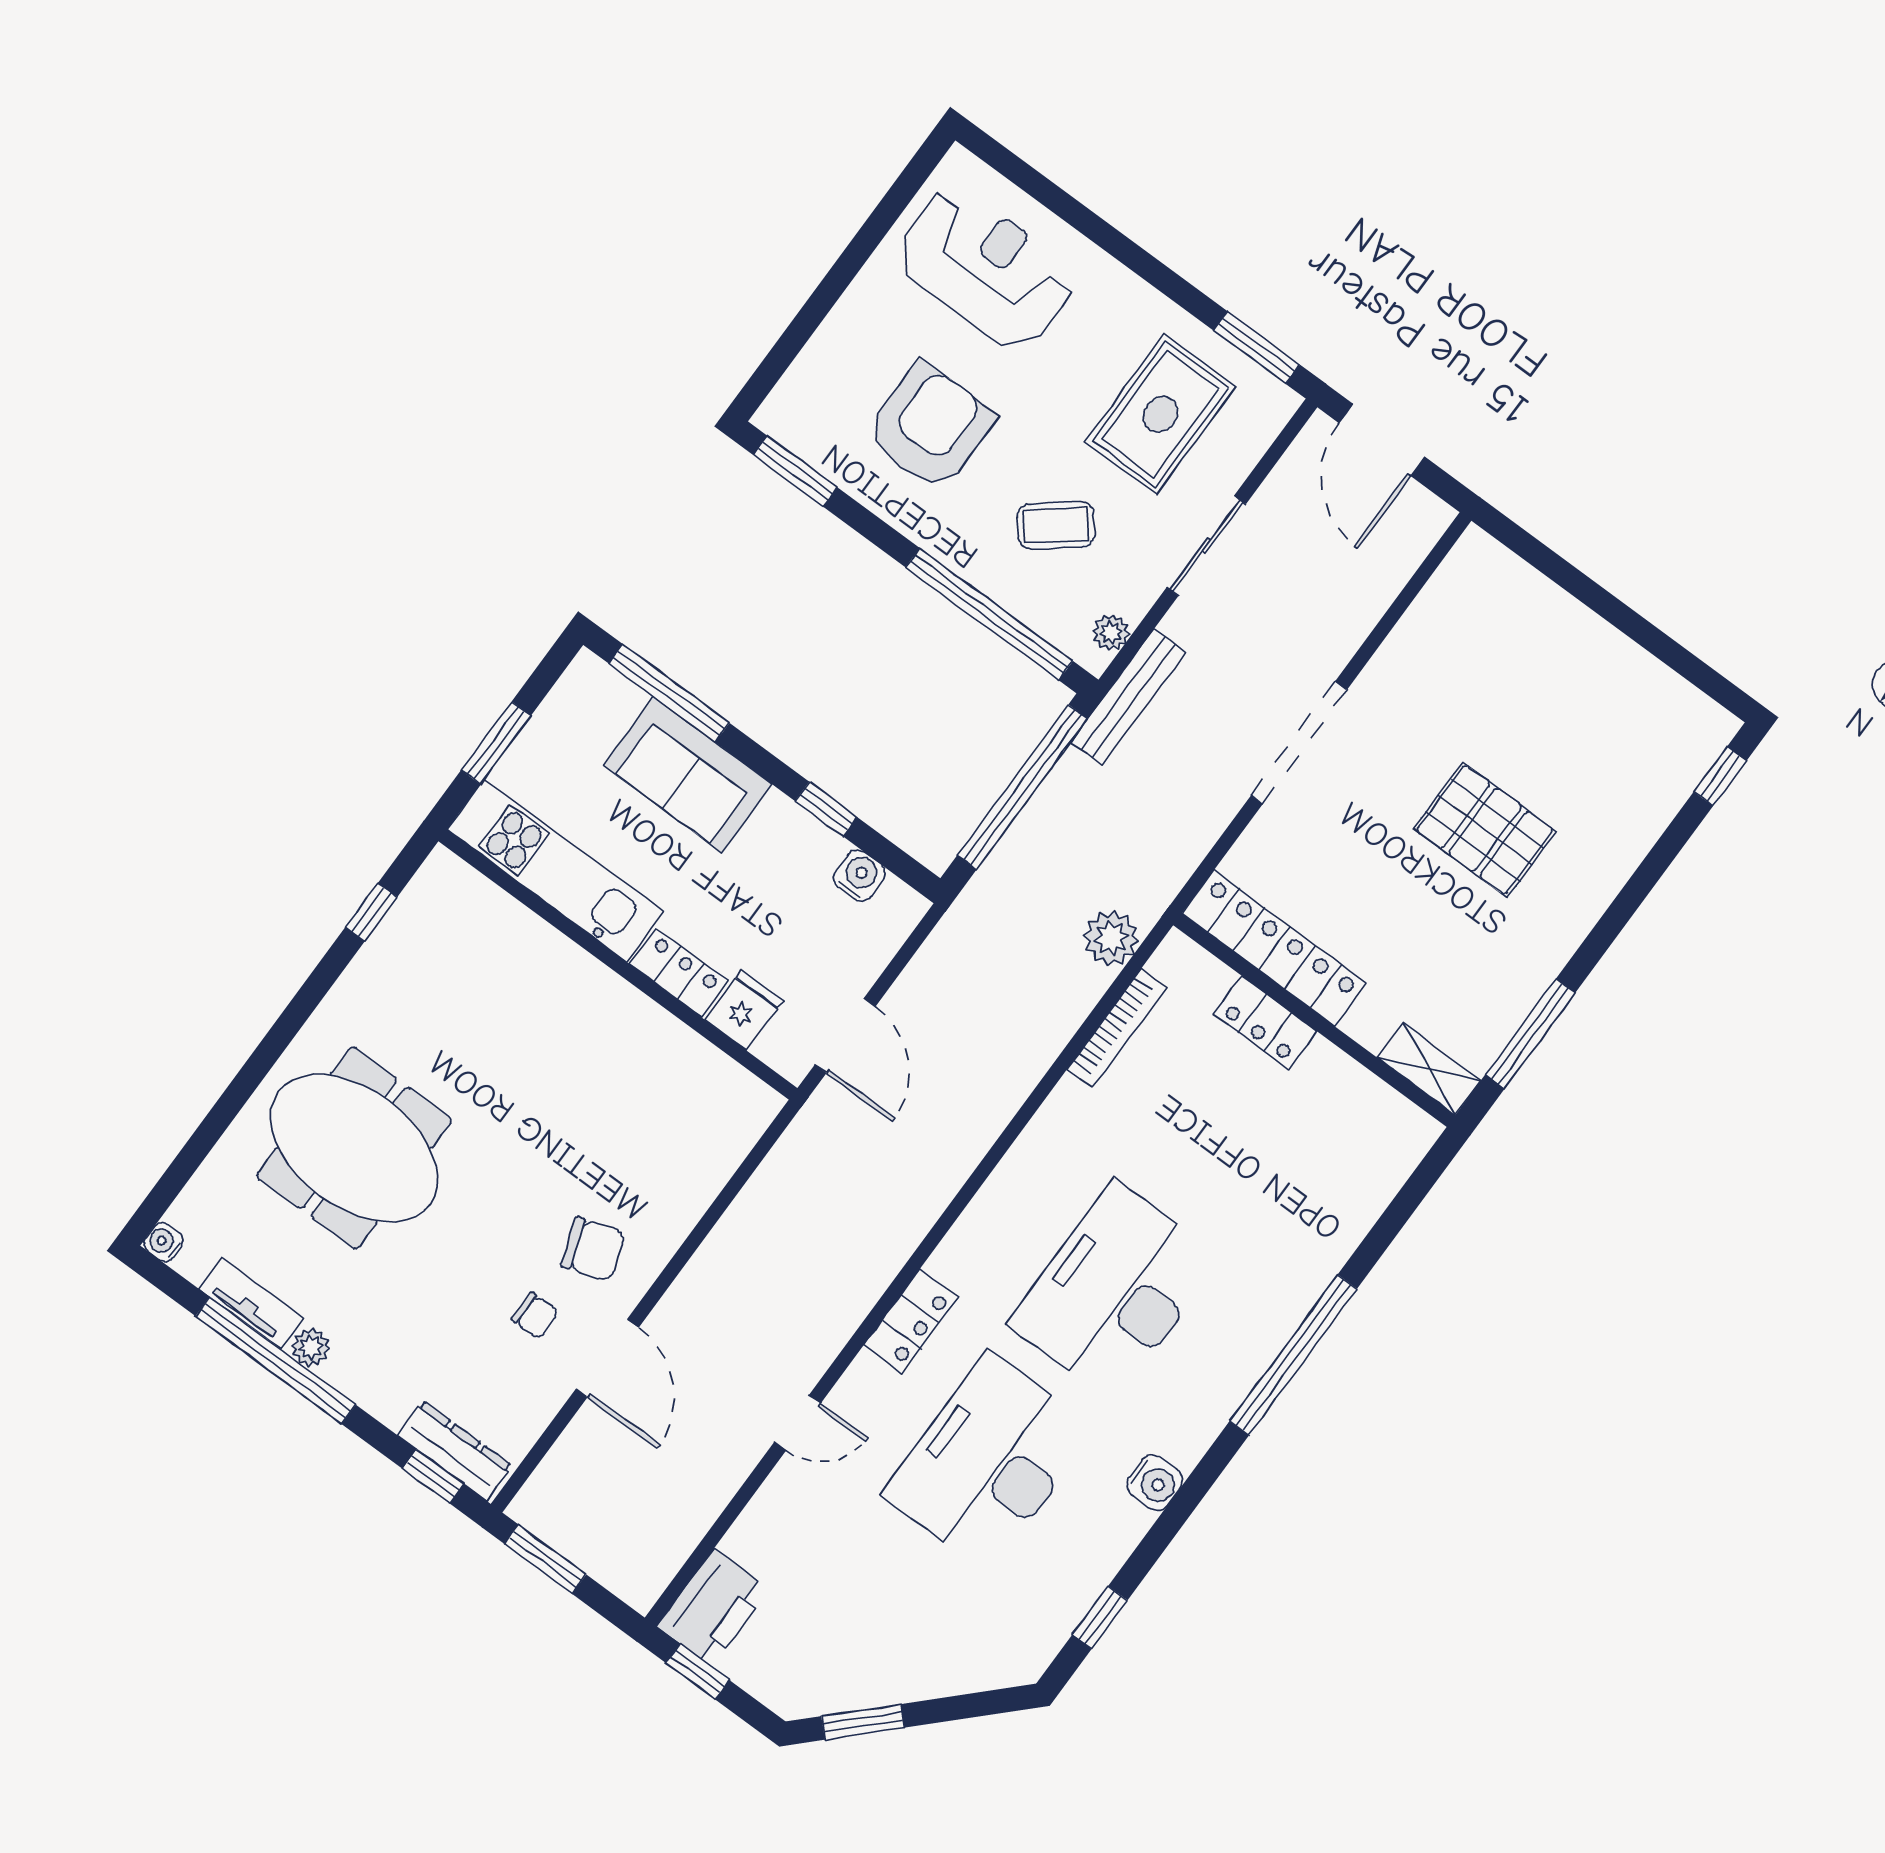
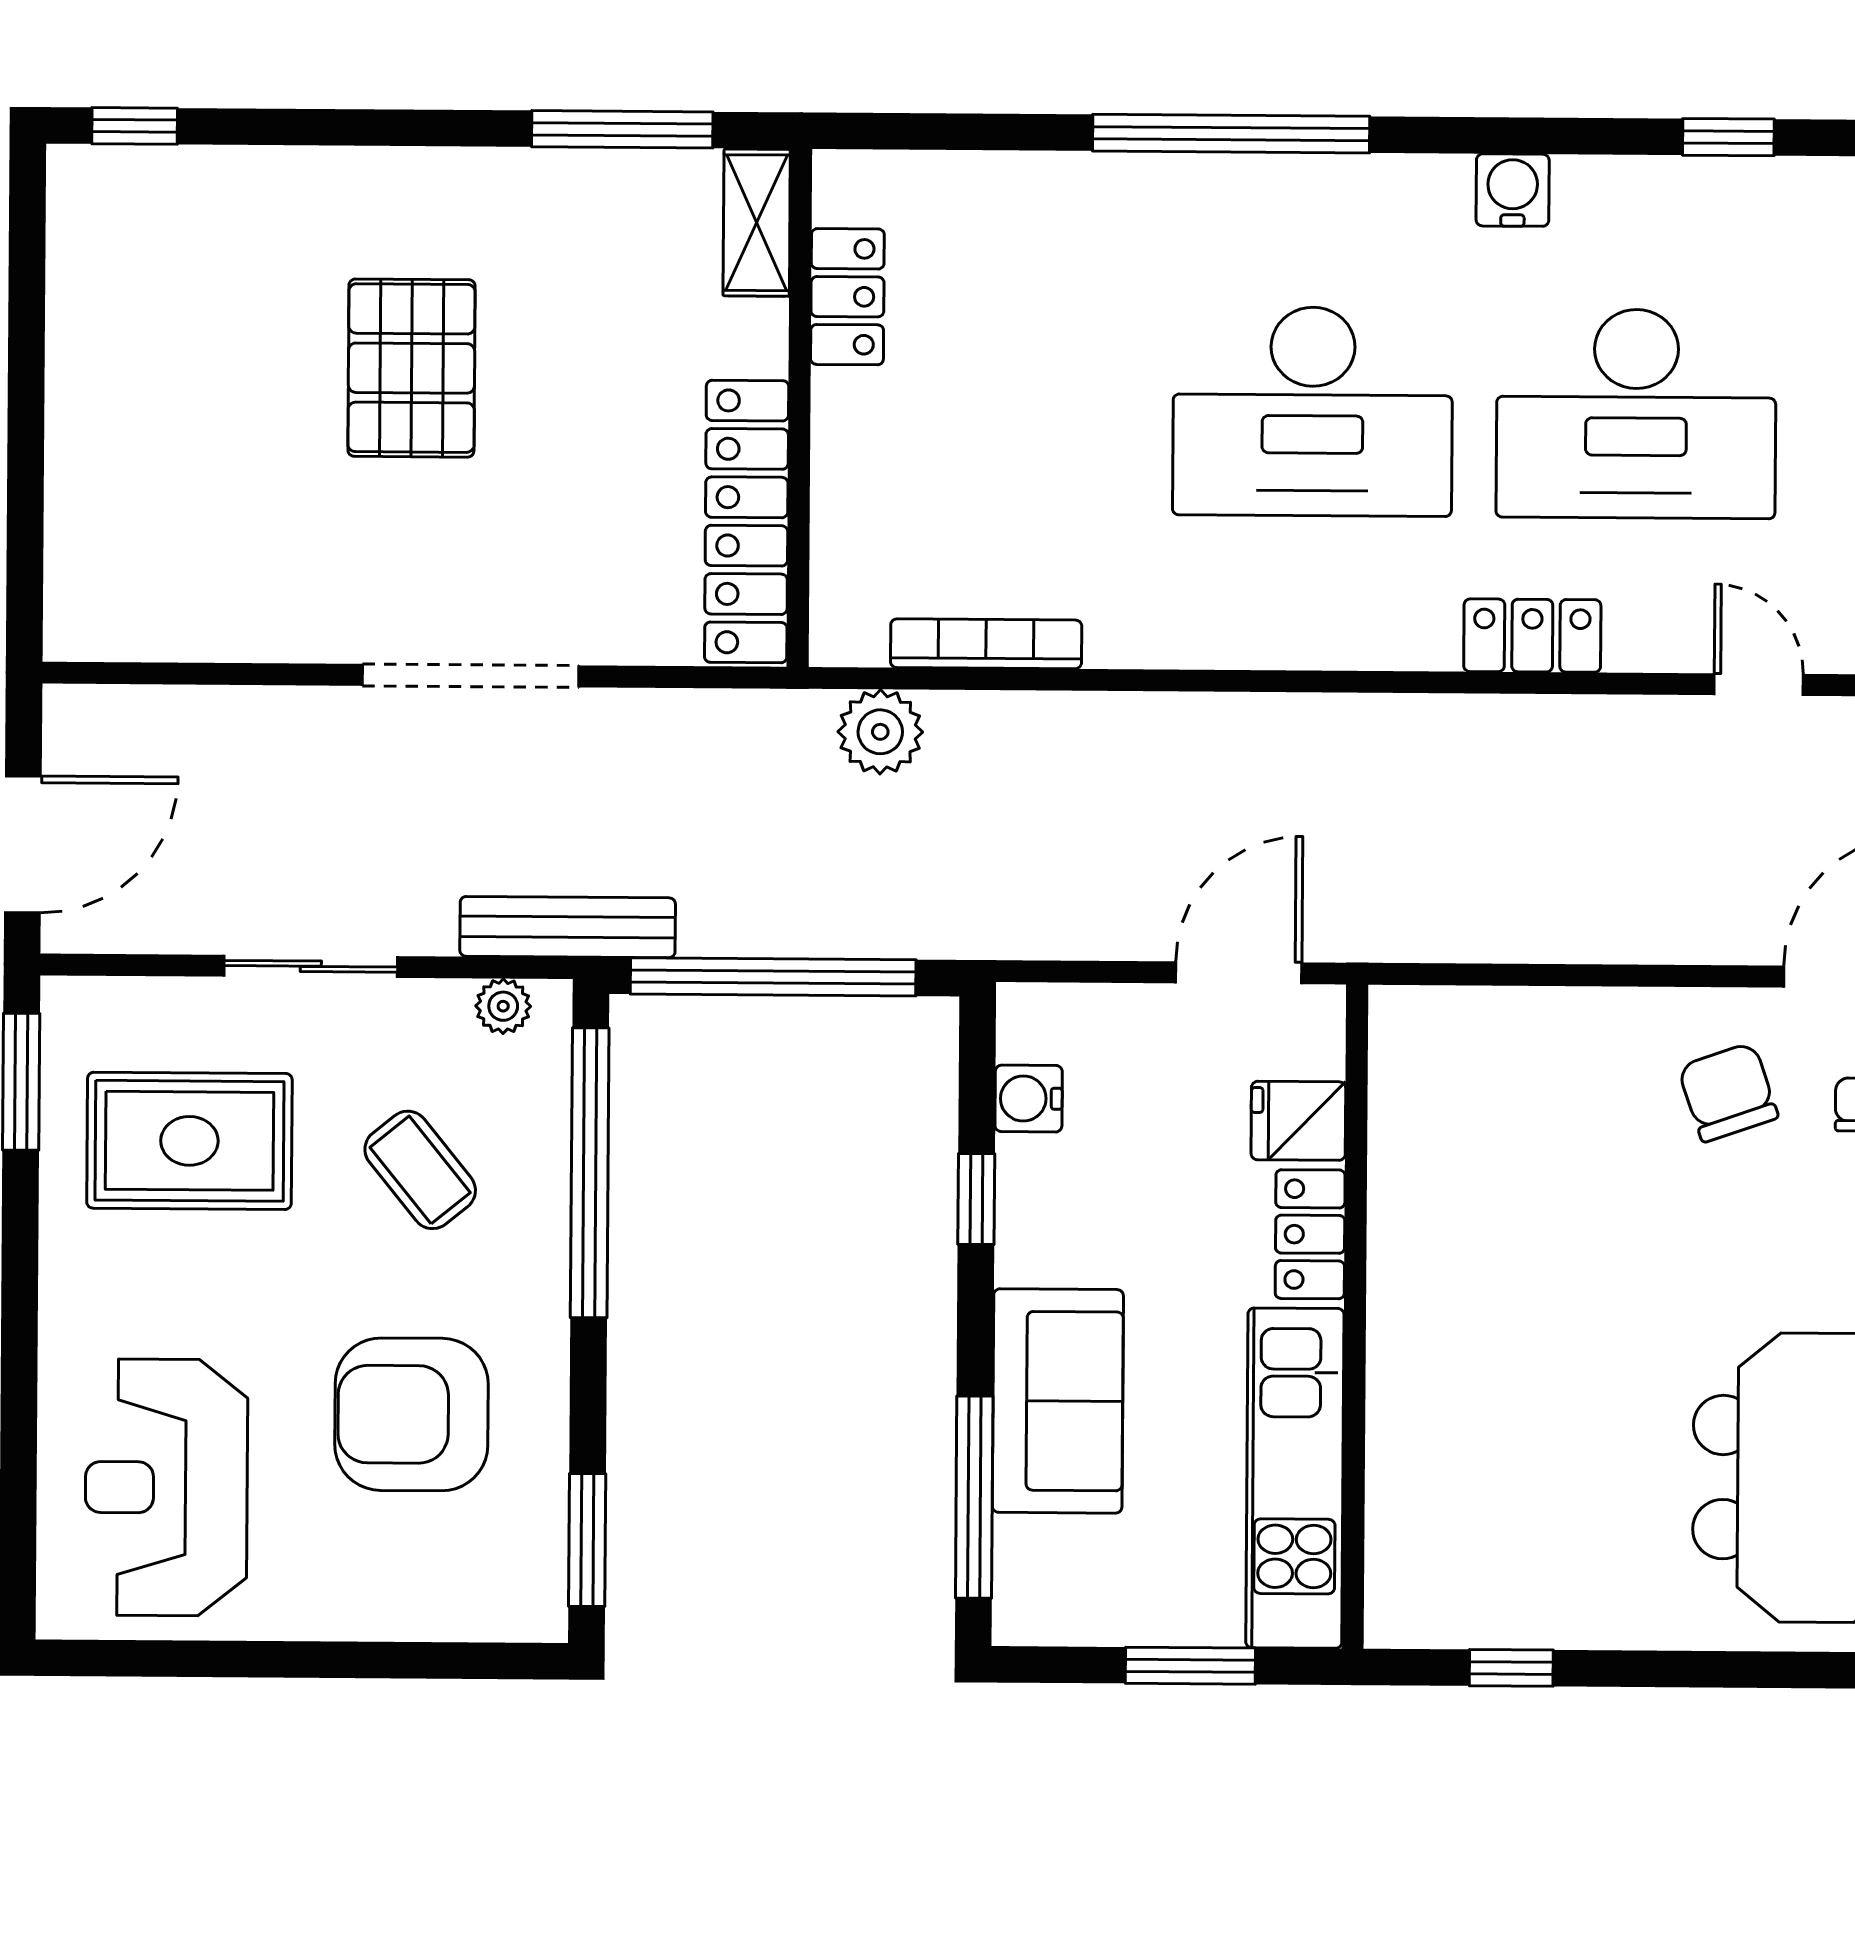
locker: (1265, 1023) -> (847, 297), moved

